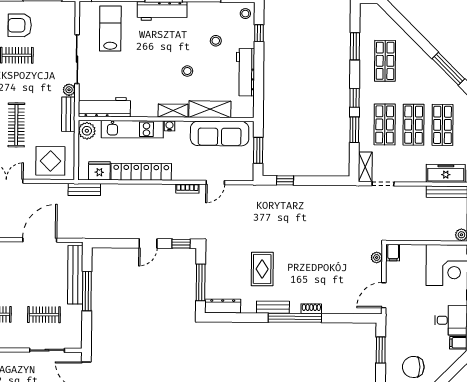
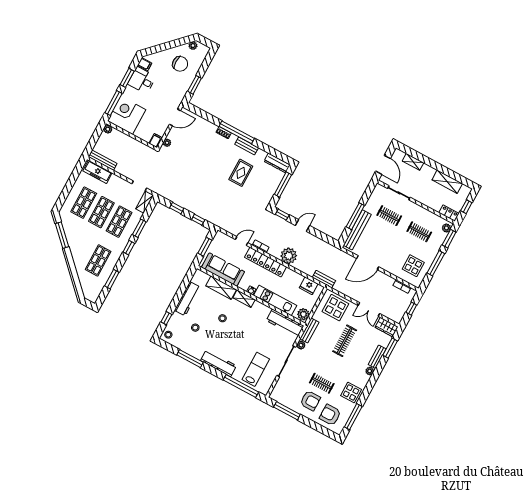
lab bench: (110, 29) -> (256, 369), turned 180
locker: (141, 172) -> (266, 262), moved
window: (320, 181) -> (177, 208), added
plant: (145, 195) -> (289, 256), added

